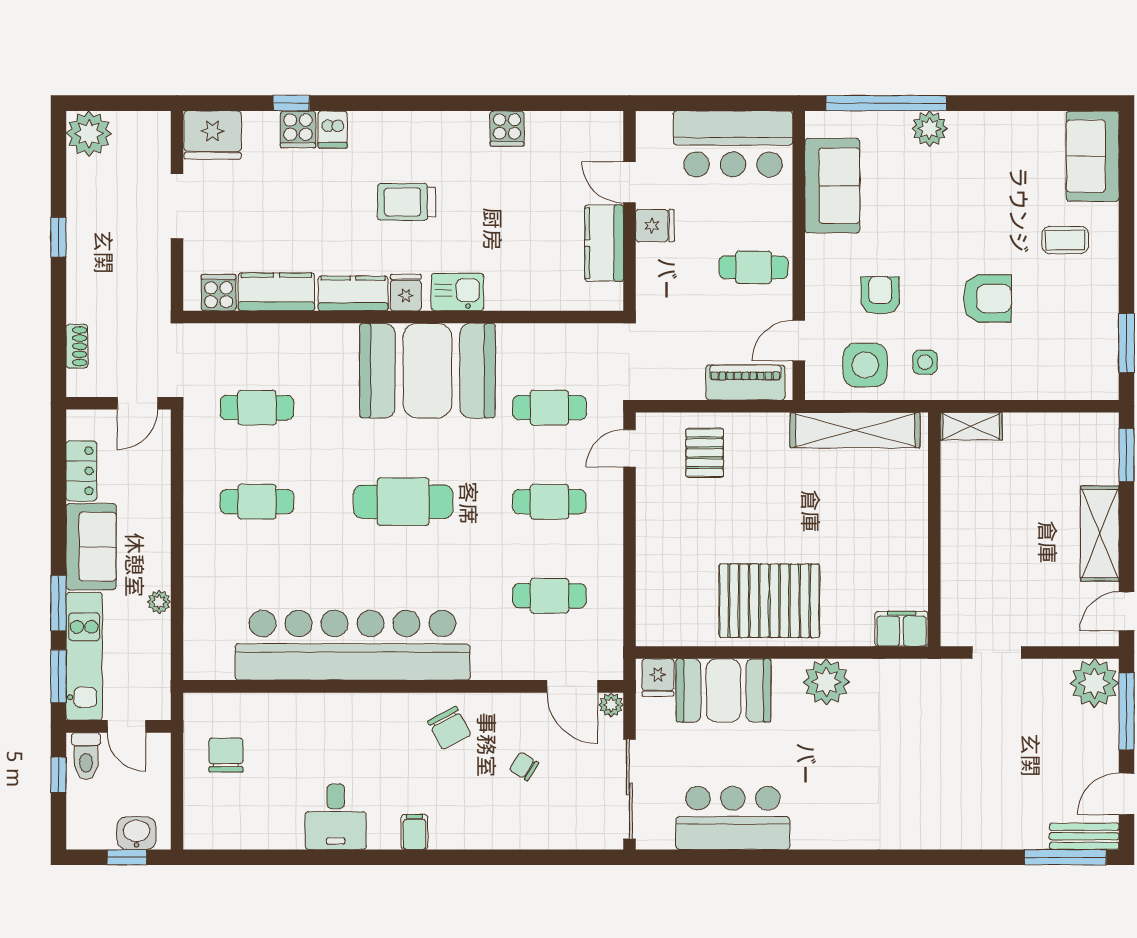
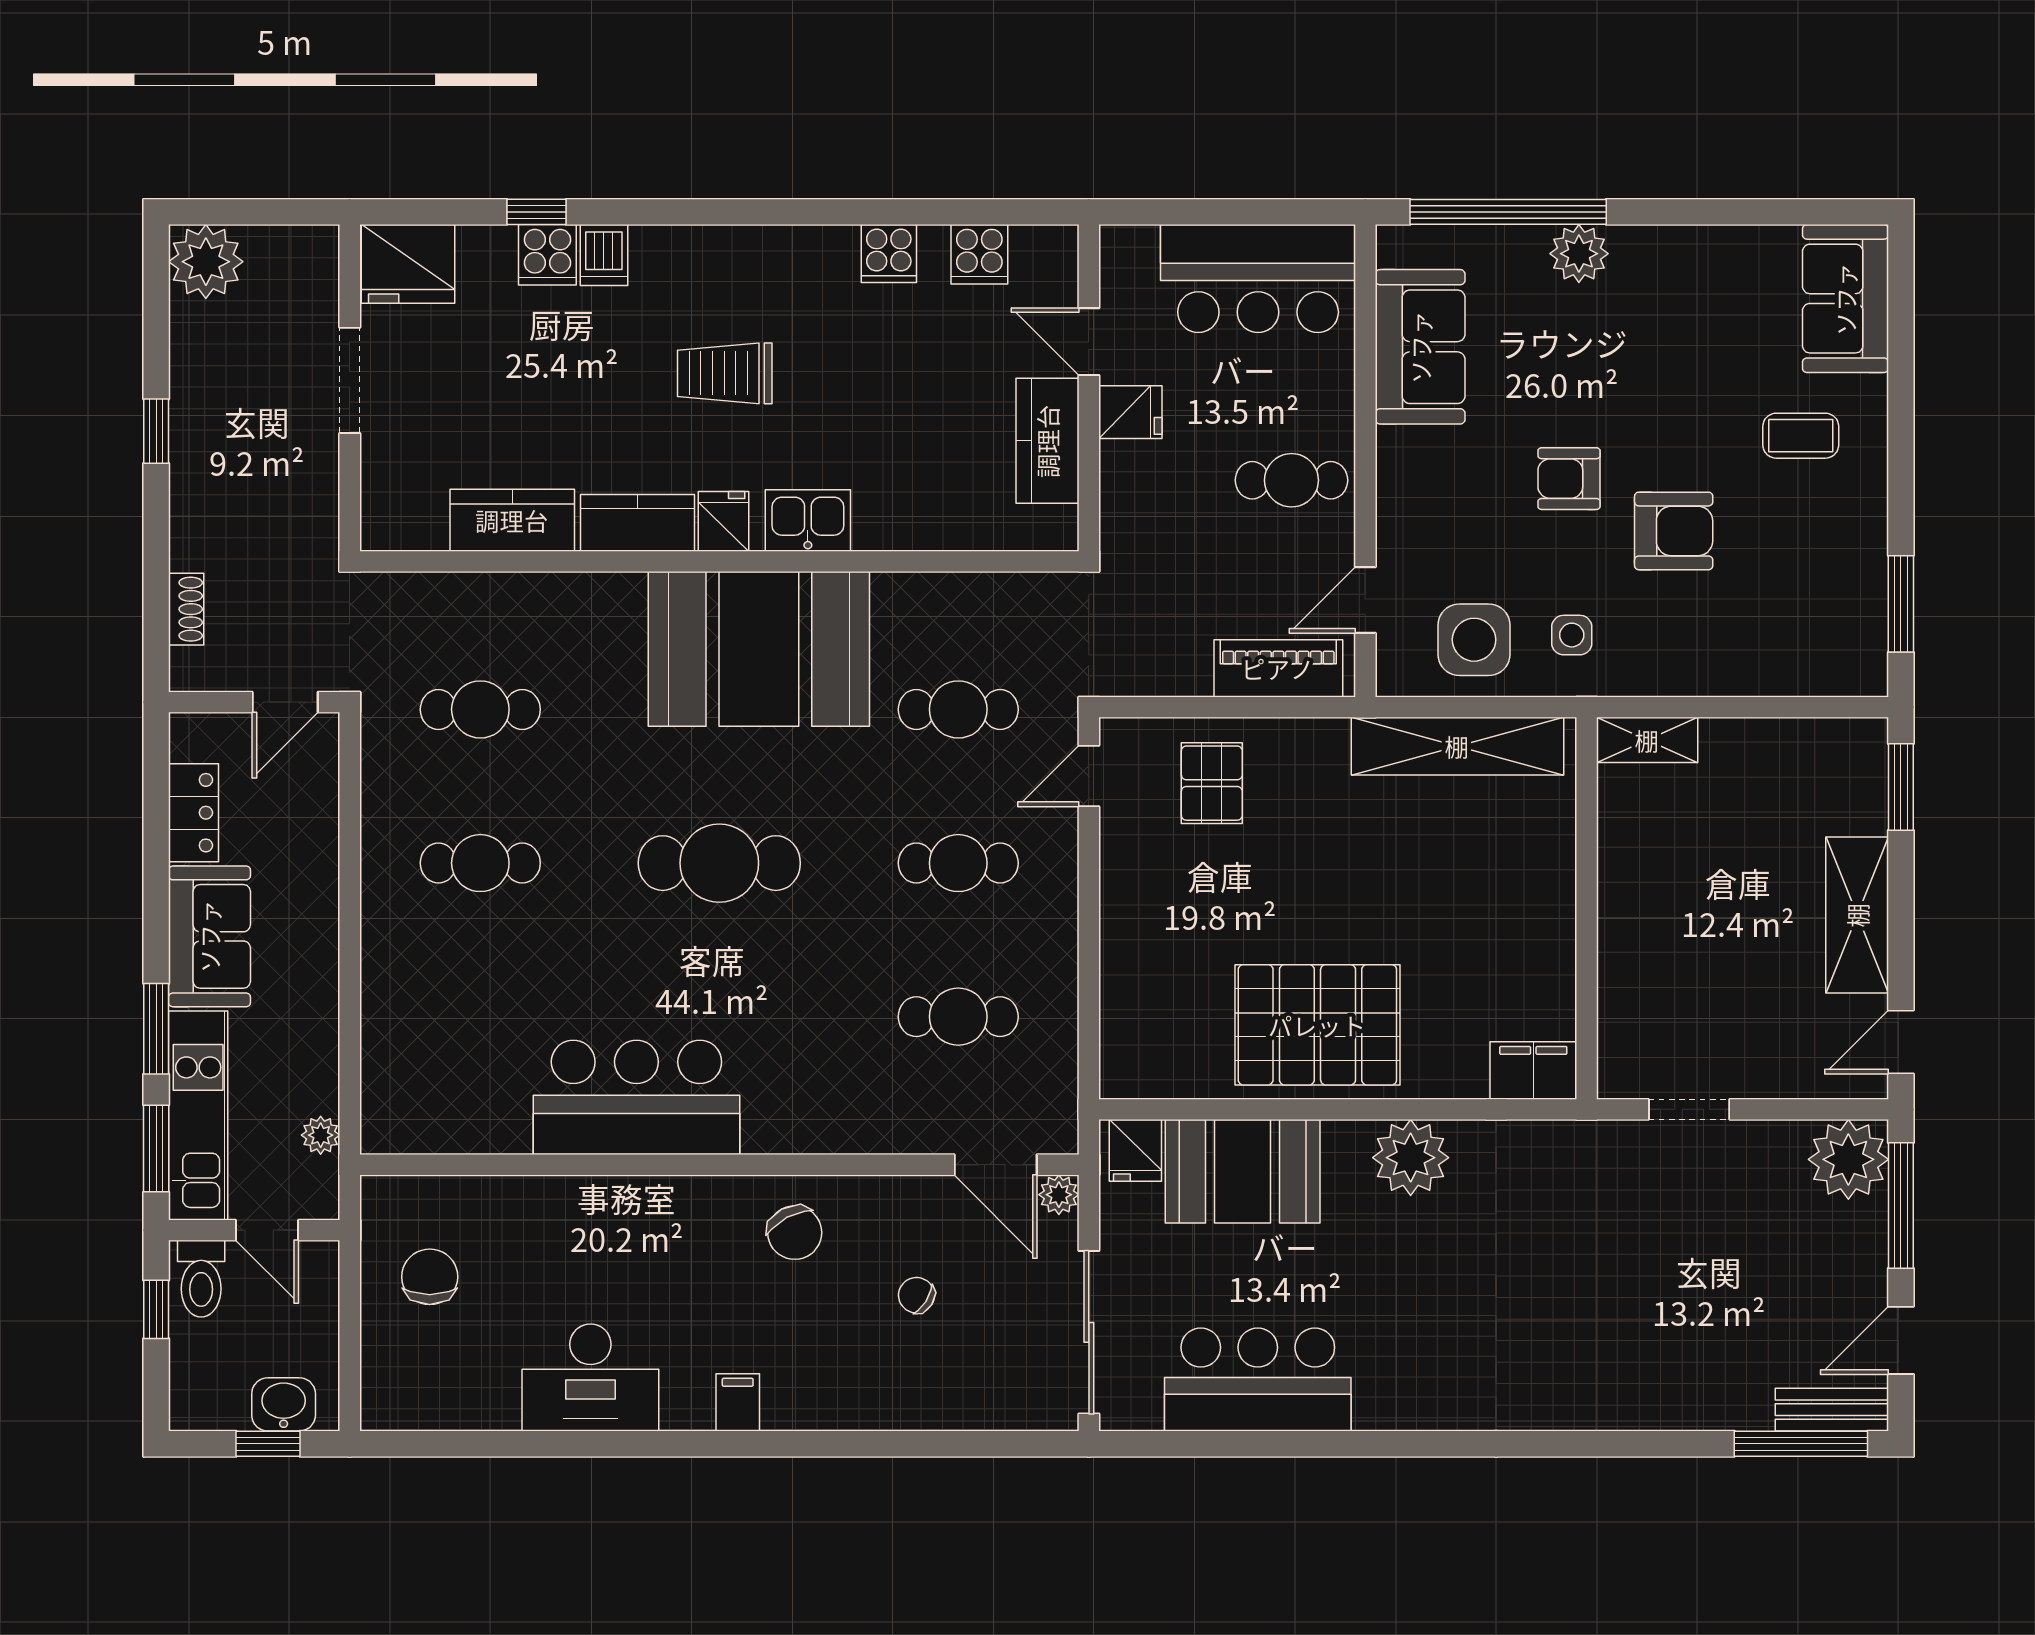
cooker: (219, 293) -> (979, 254), moved, turned 180
armchair: (880, 295) -> (1569, 479), moved, turned -90
plant: (159, 602) -> (321, 1135), moved
bar counter: (352, 645) -> (636, 1097), width x0.54
desk: (336, 817) -> (590, 1378), width x1.37

